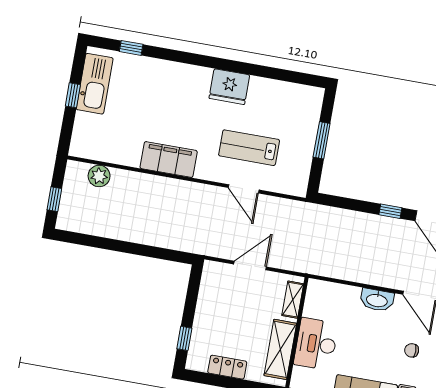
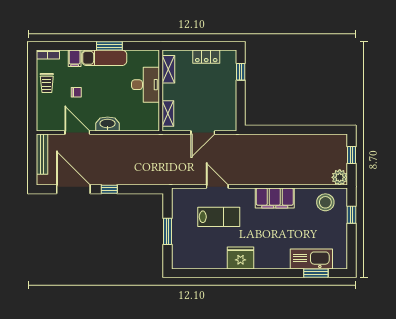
window: (131, 48) -> (316, 273), width x1.50
kitchen sink: (95, 84) -> (311, 259), moved, turned 90
window: (73, 95) -> (352, 215), moved
stool: (101, 142) -> (325, 202), added
plant: (99, 176) -> (340, 177), moved
shelving: (280, 349) -> (168, 69), width x0.67, depth x0.75

